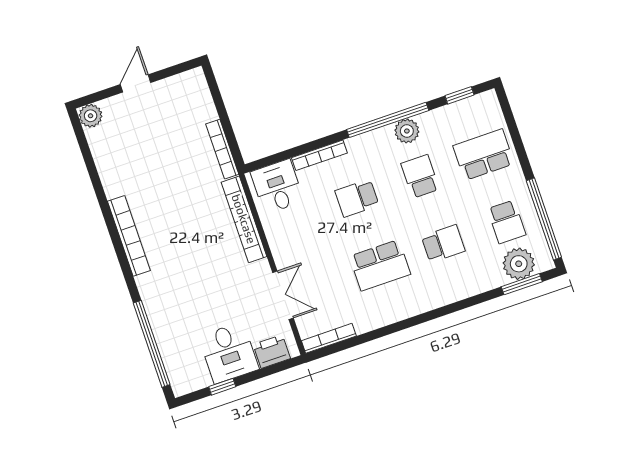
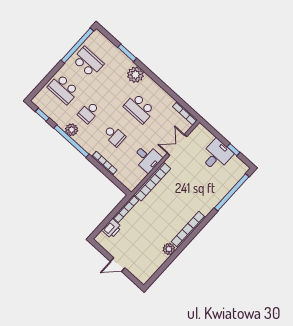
plant: (91, 116) -> (169, 249), moved
desk: (277, 187) -> (147, 158), moved, turned -90
school desk: (506, 222) -> (88, 62), width x1.85
school desk: (443, 244) -> (114, 85), removed
plant: (519, 264) -> (135, 75), moved
school desk: (380, 265) -> (139, 108), turned 180
window: (522, 284) -> (127, 53), moved
printer: (272, 352) -> (112, 229), moved, turned -90

